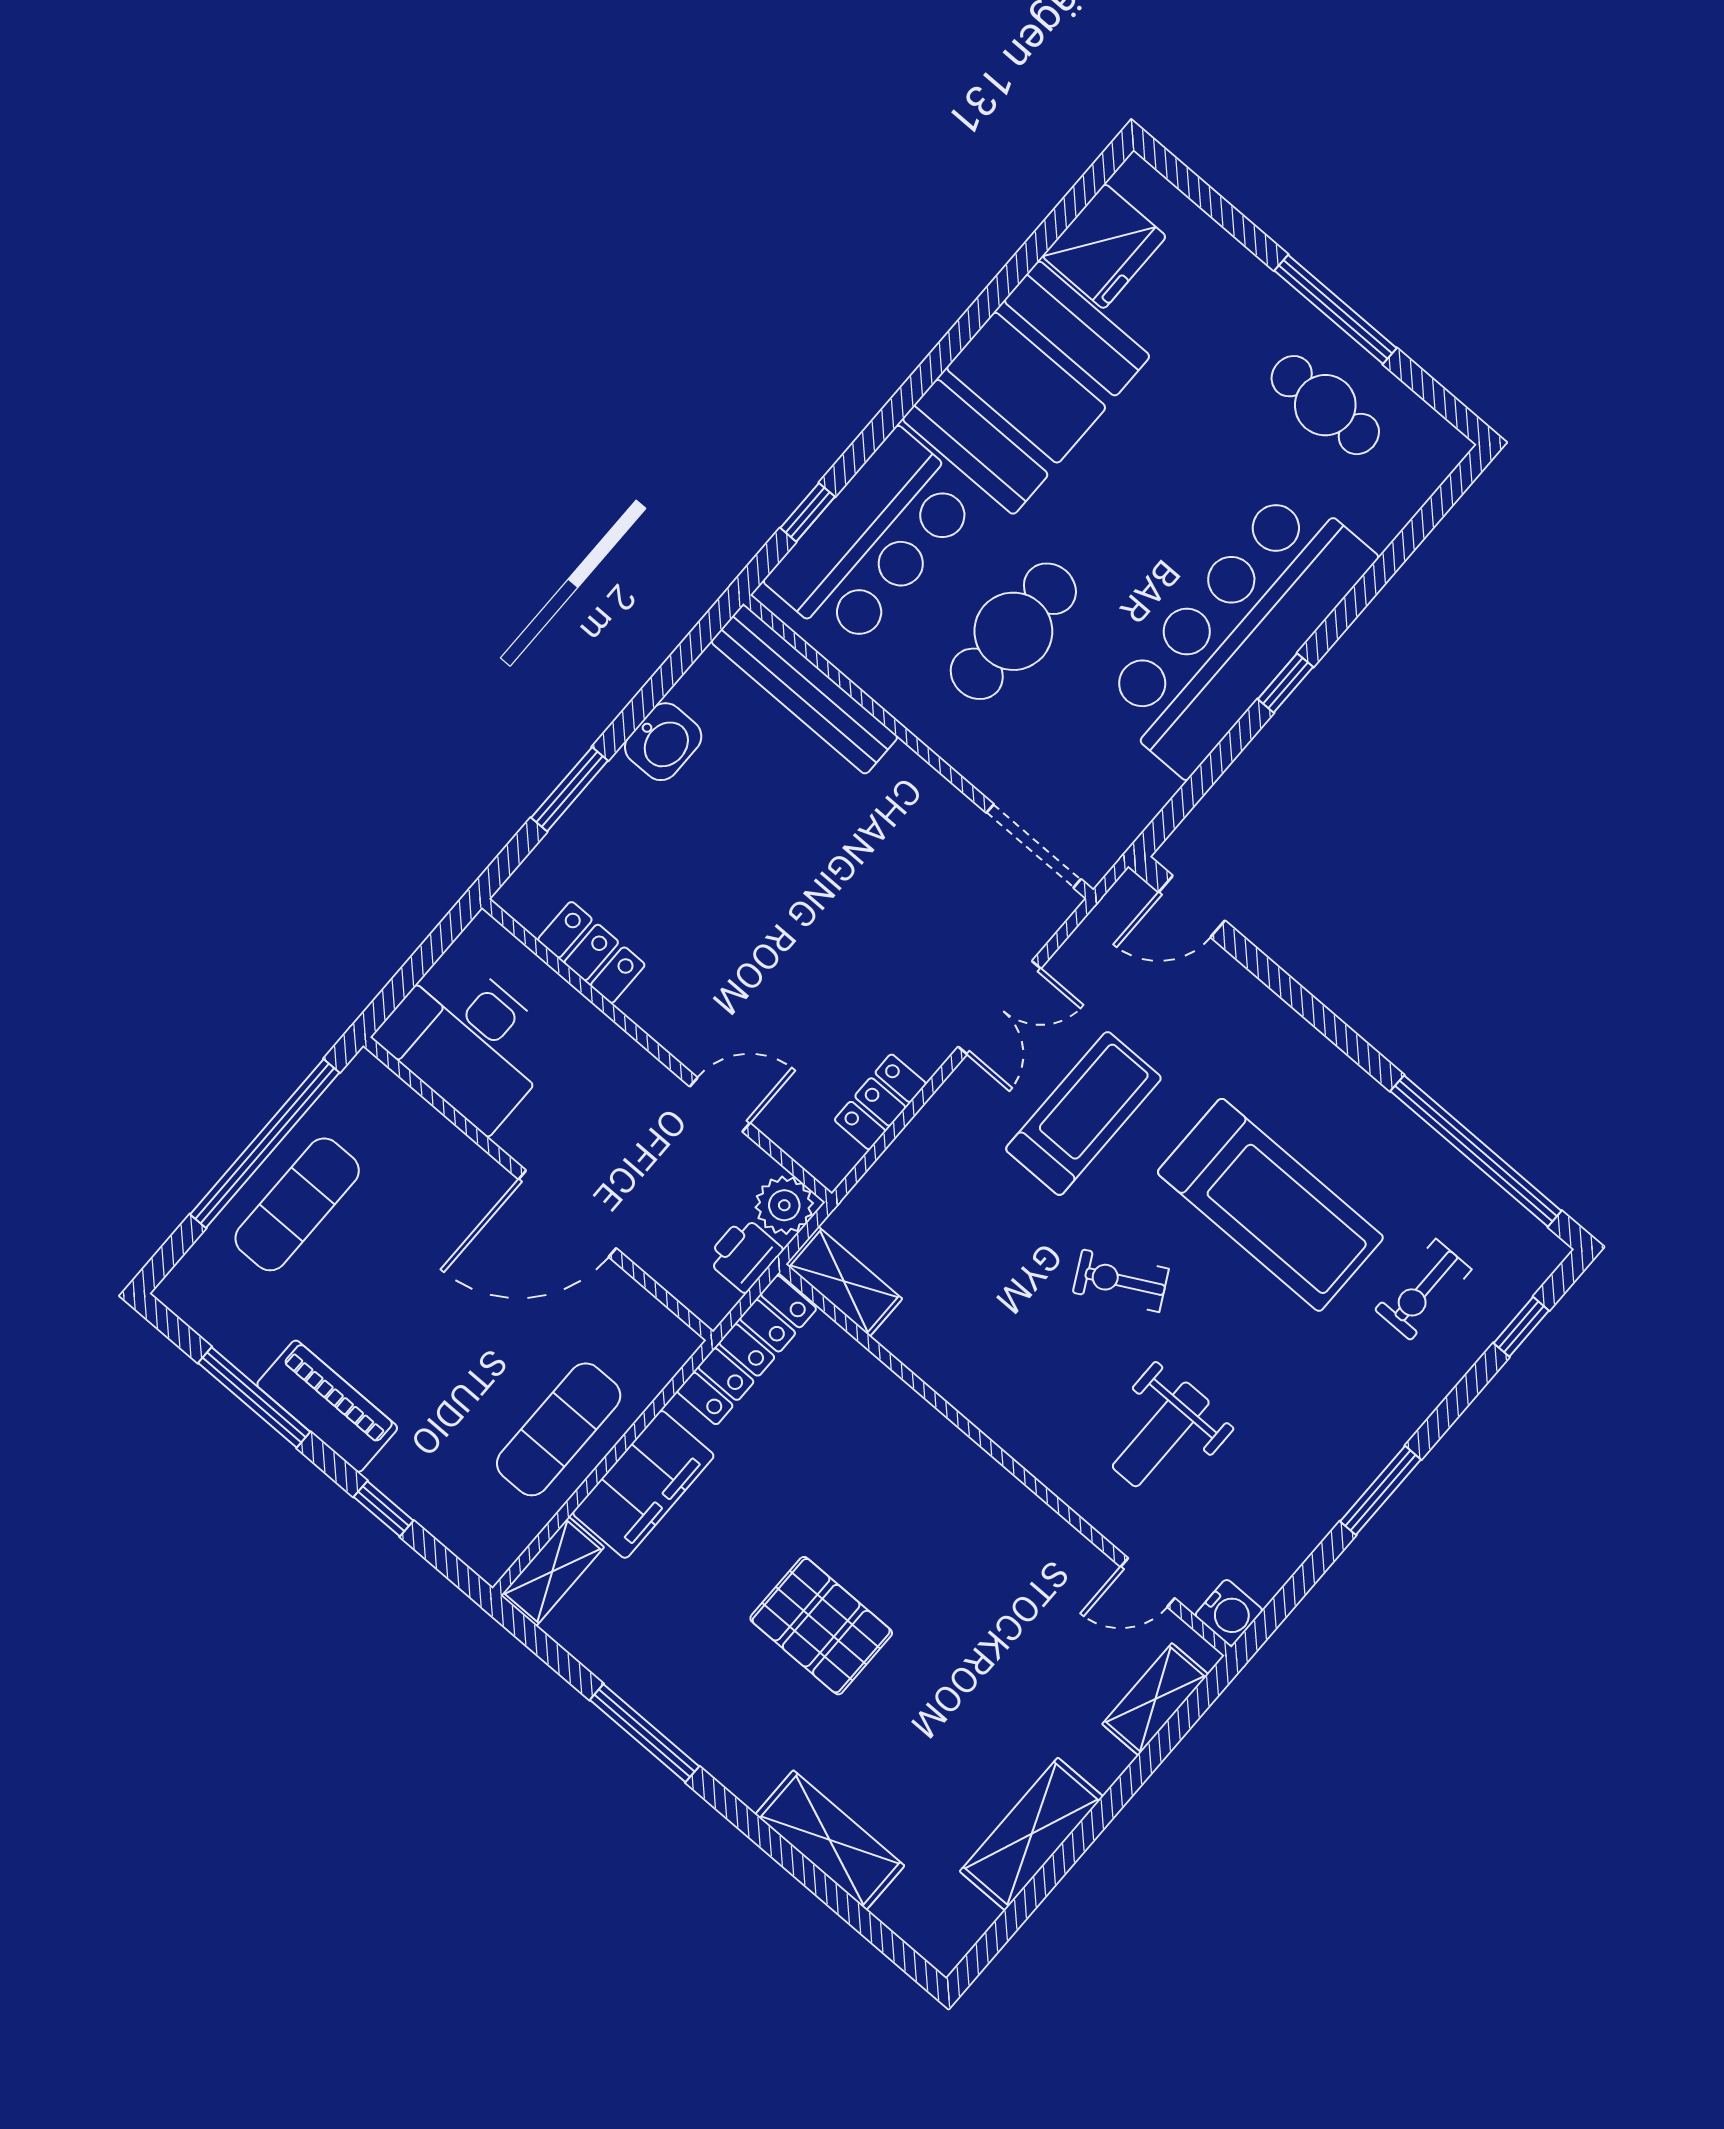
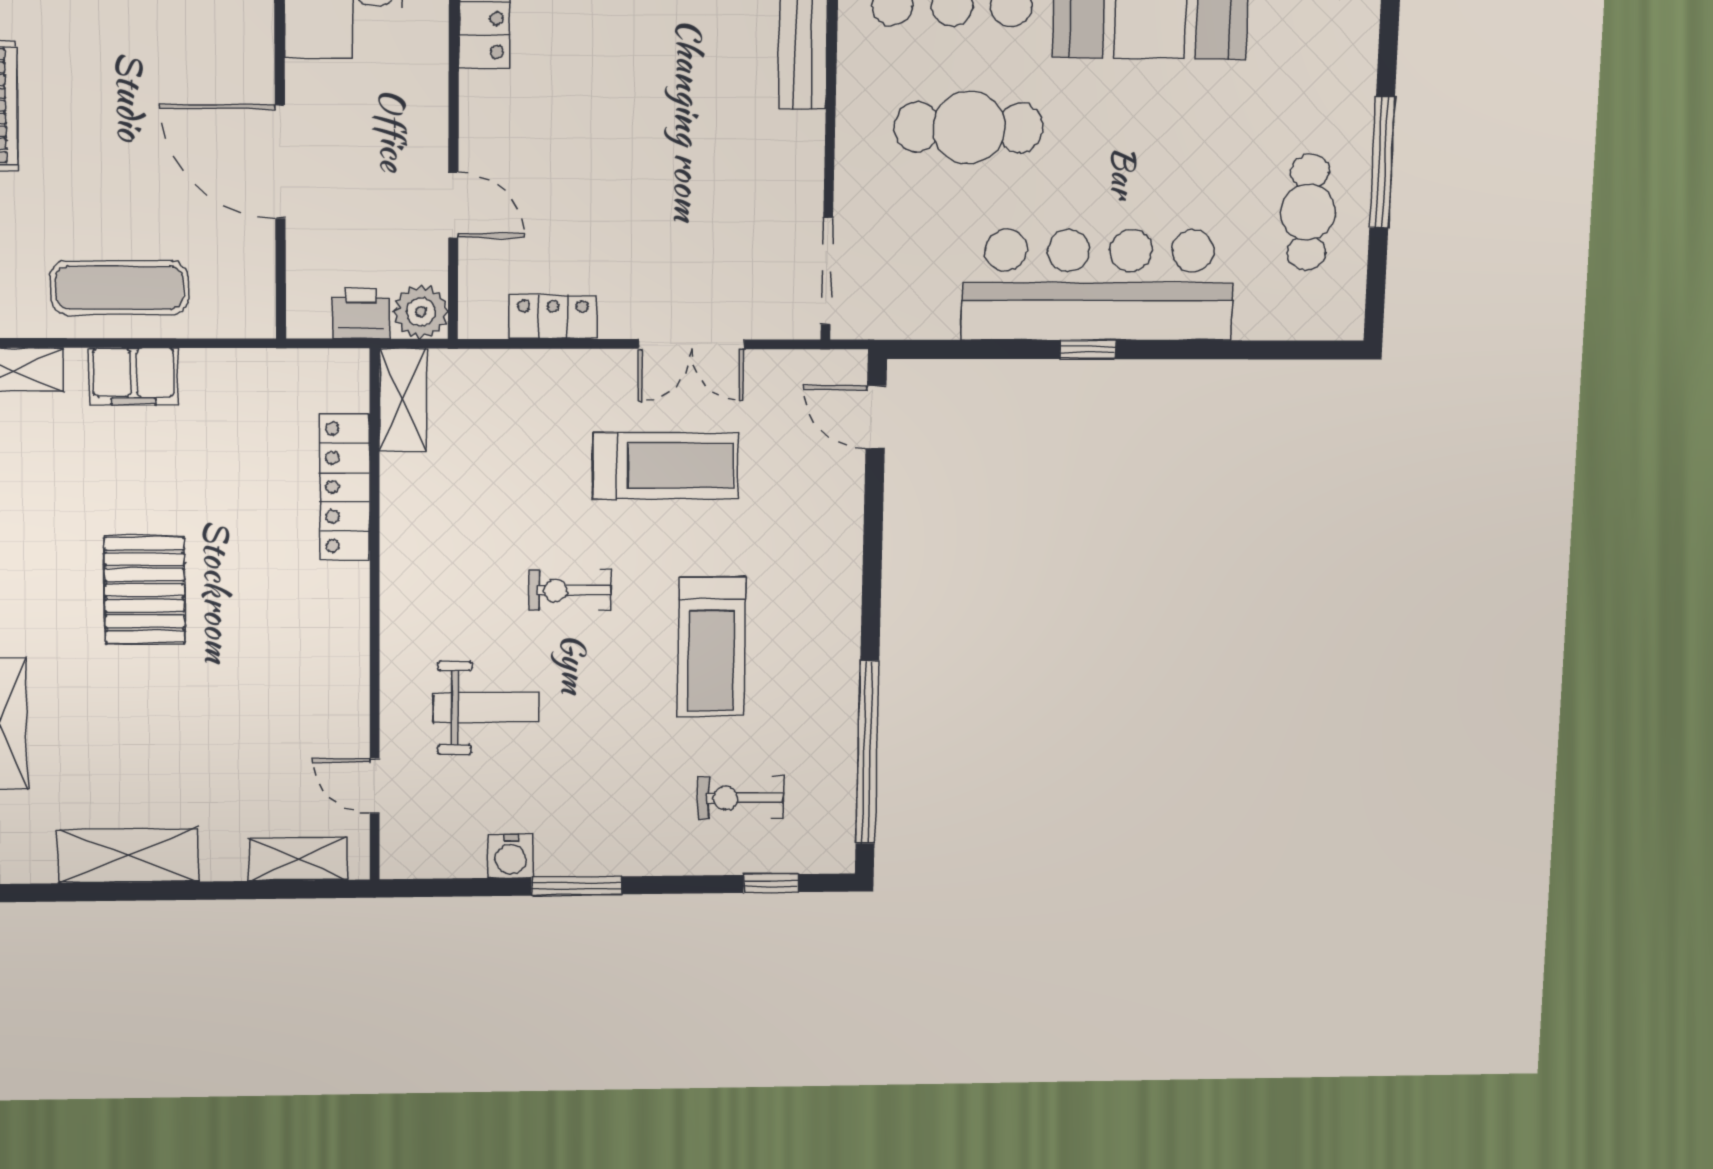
treadmill: (1270, 1205) -> (711, 647), width x0.73, depth x0.73
exercise bike: (1121, 1281) -> (570, 590), turned -62
locker: (747, 1350) -> (345, 487), moved, turned 90
weight bench: (1161, 1434) -> (486, 708), turned 180
filing cabinet: (643, 1484) -> (134, 377), width x0.67, depth x0.86
water cooler: (1229, 1613) -> (510, 856), moved

